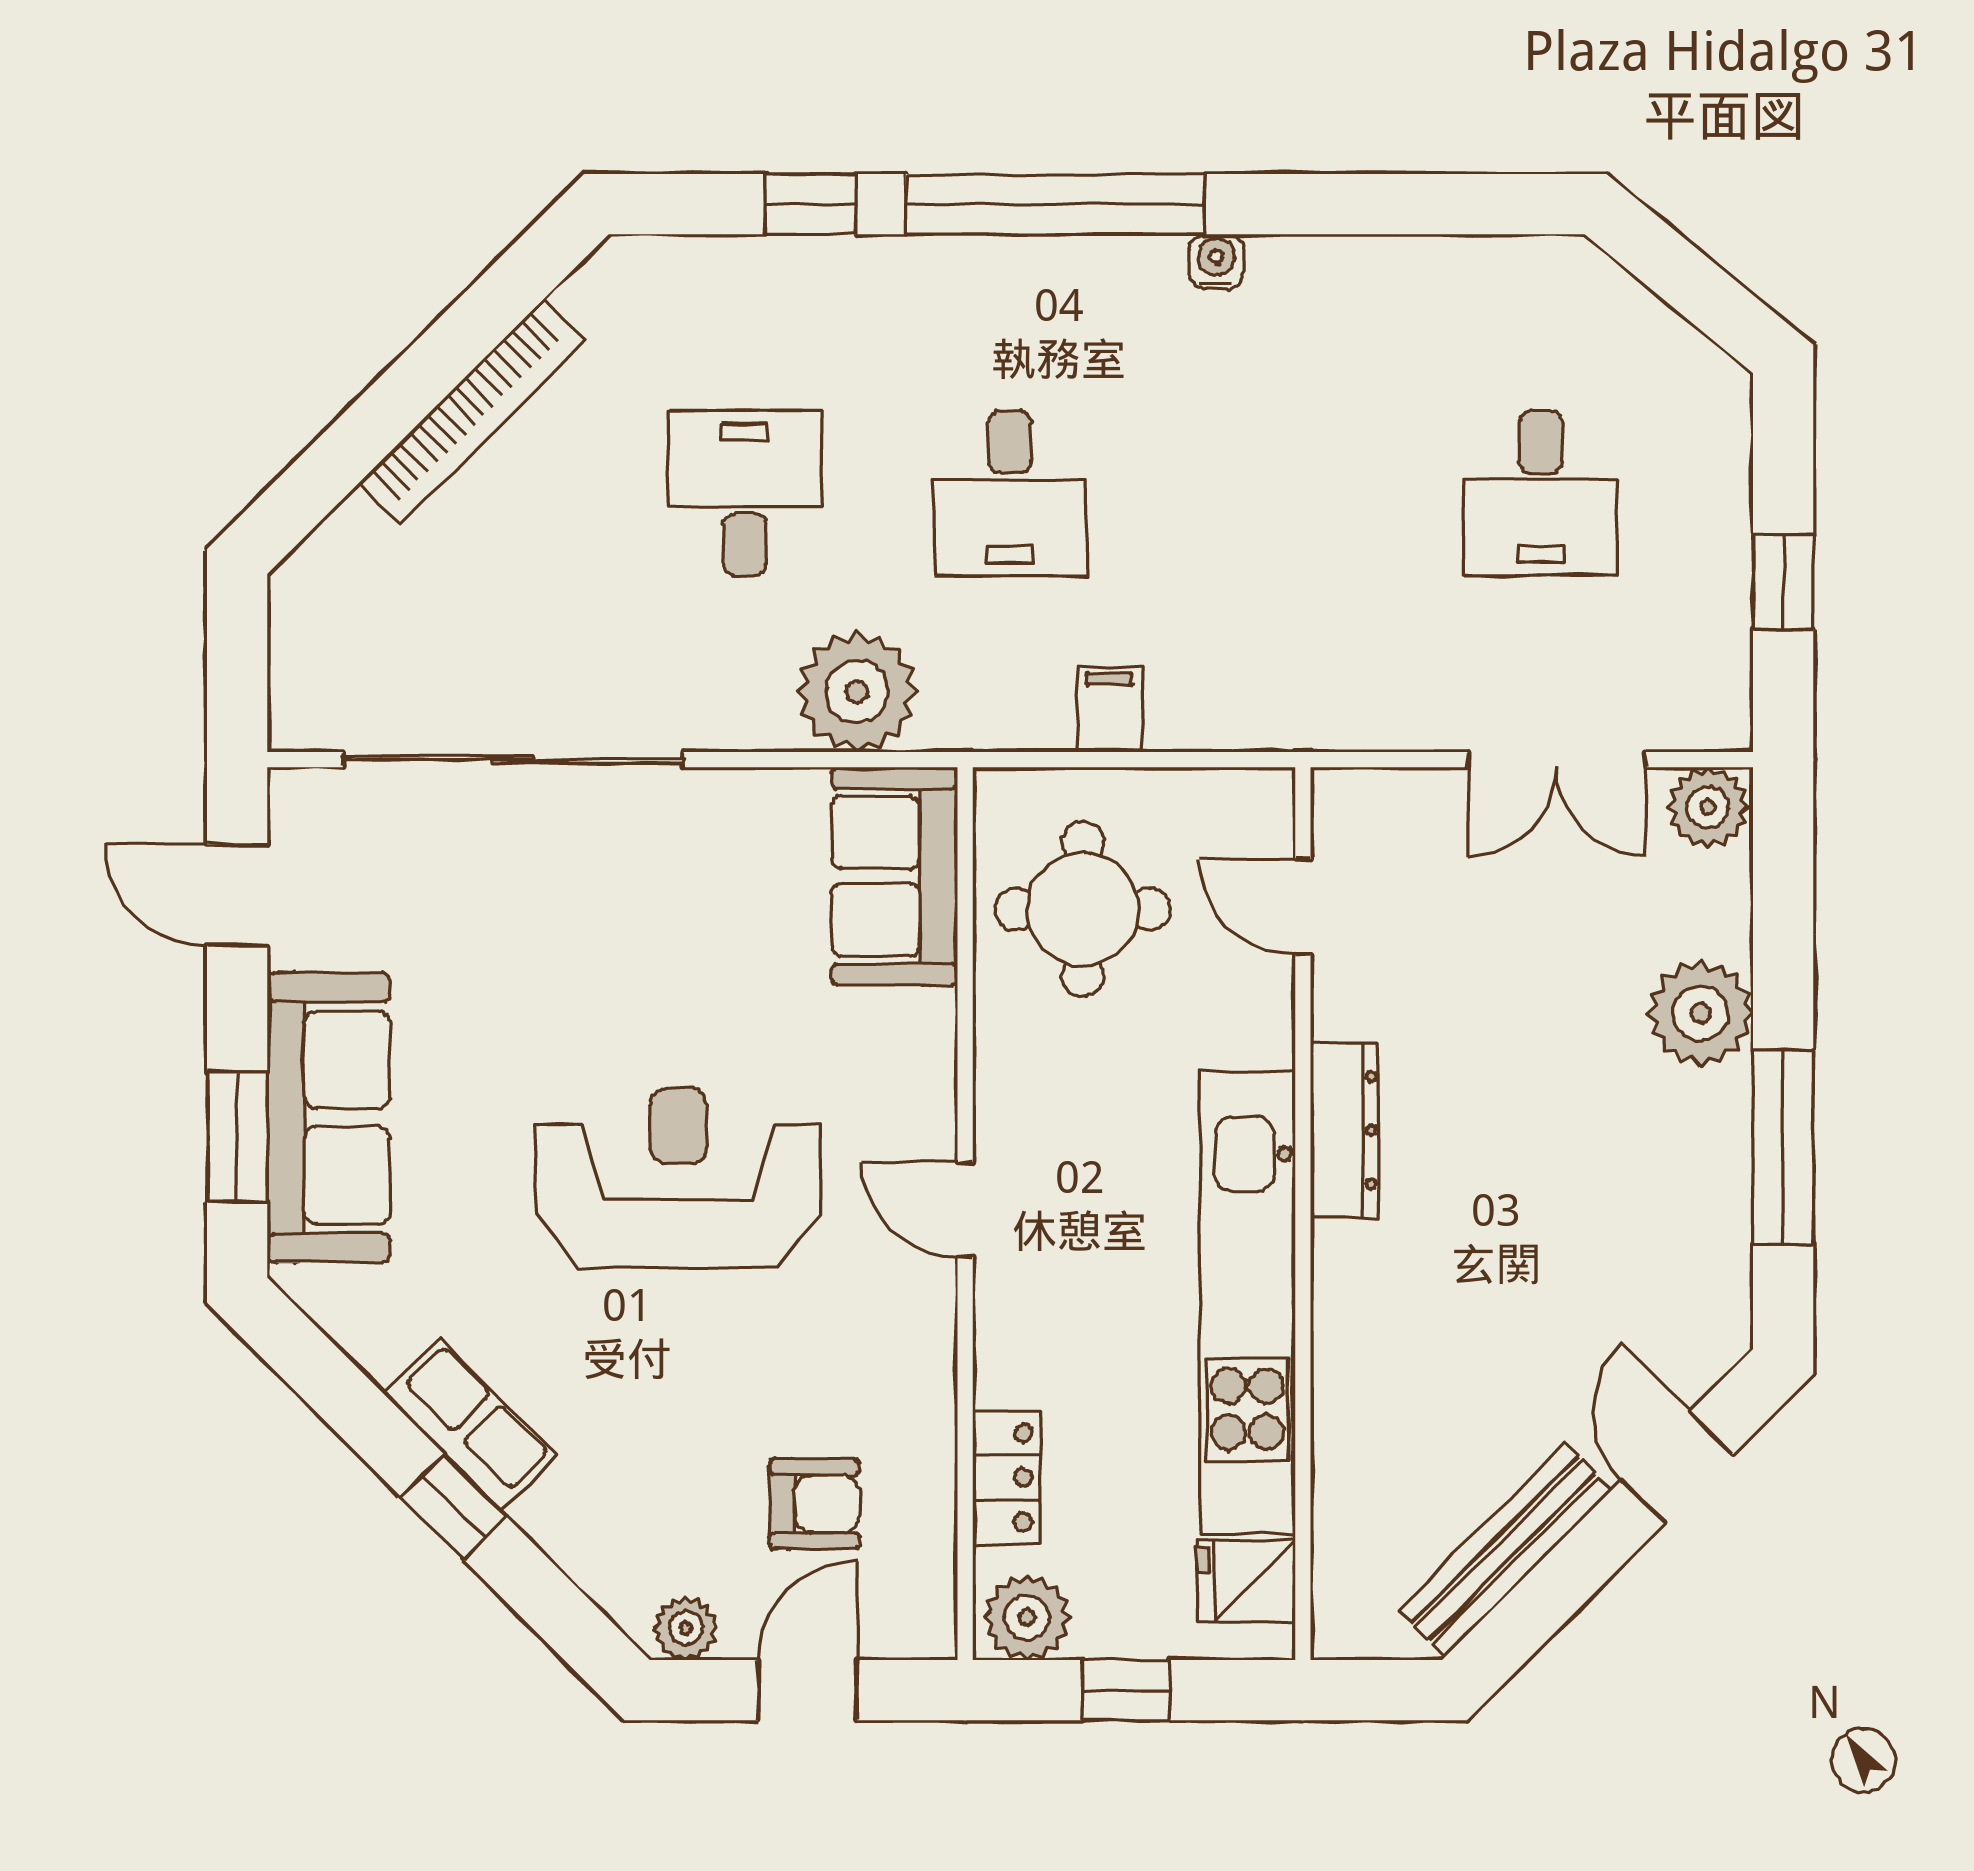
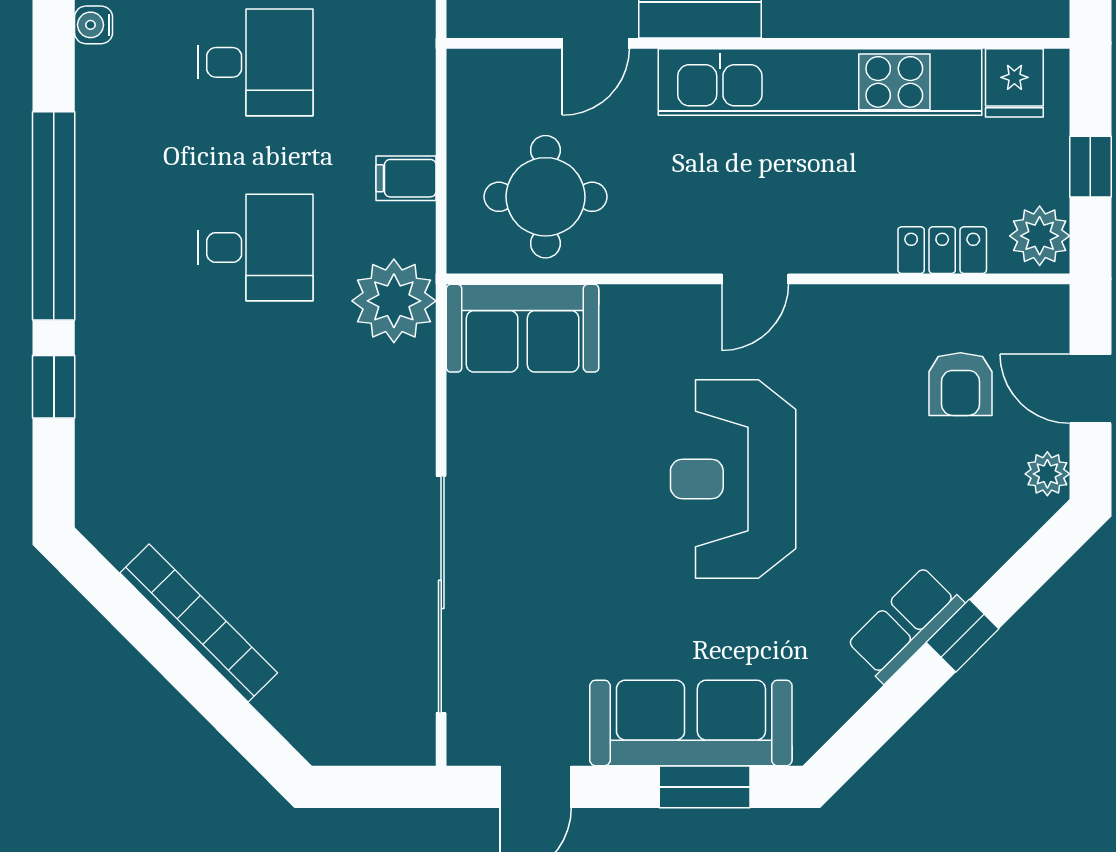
water cooler: (1216, 261) -> (94, 25), moved
desk: (745, 493) -> (255, 62), moved, turned 180
plant: (857, 692) -> (394, 301), moved
door: (1303, 907) -> (596, 43), moved
armchair: (814, 1504) -> (960, 384), turned 180

